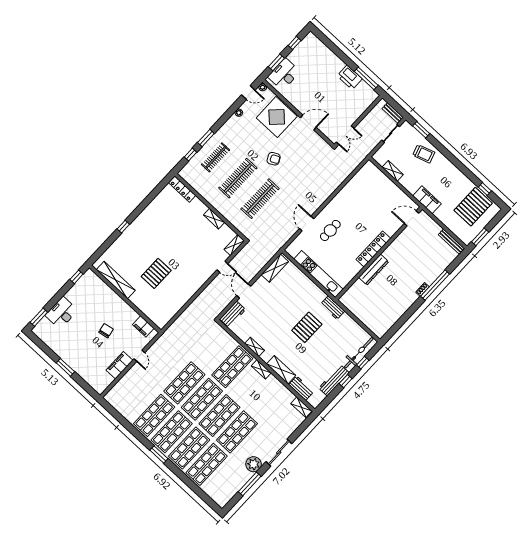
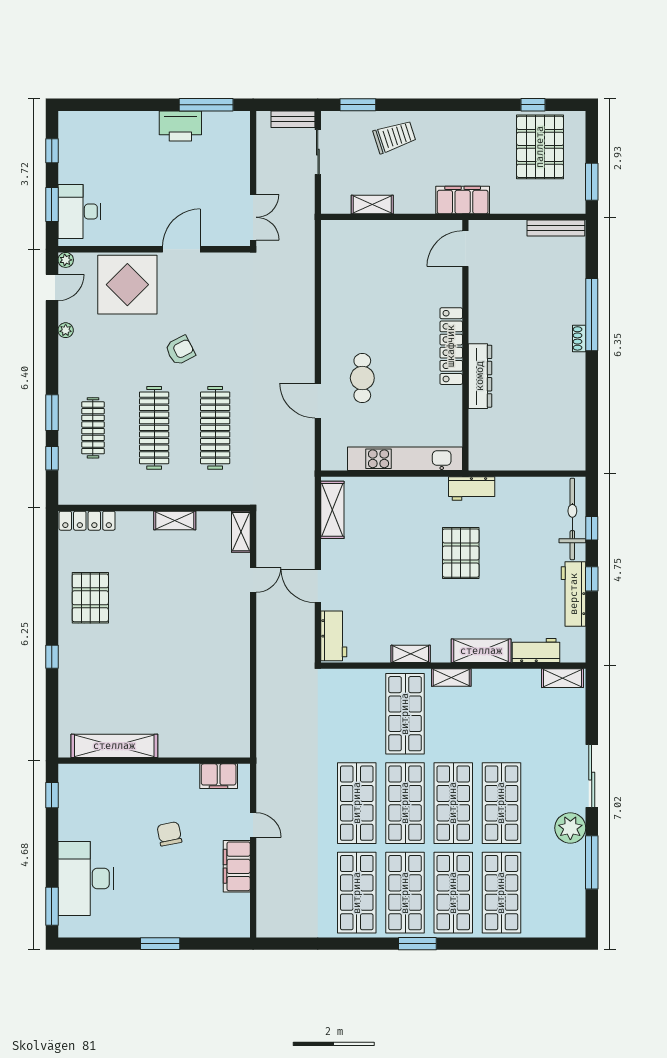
pallet: (156, 273) -> (90, 598), moved
desk: (62, 313) -> (86, 879), width x1.36, depth x1.30

